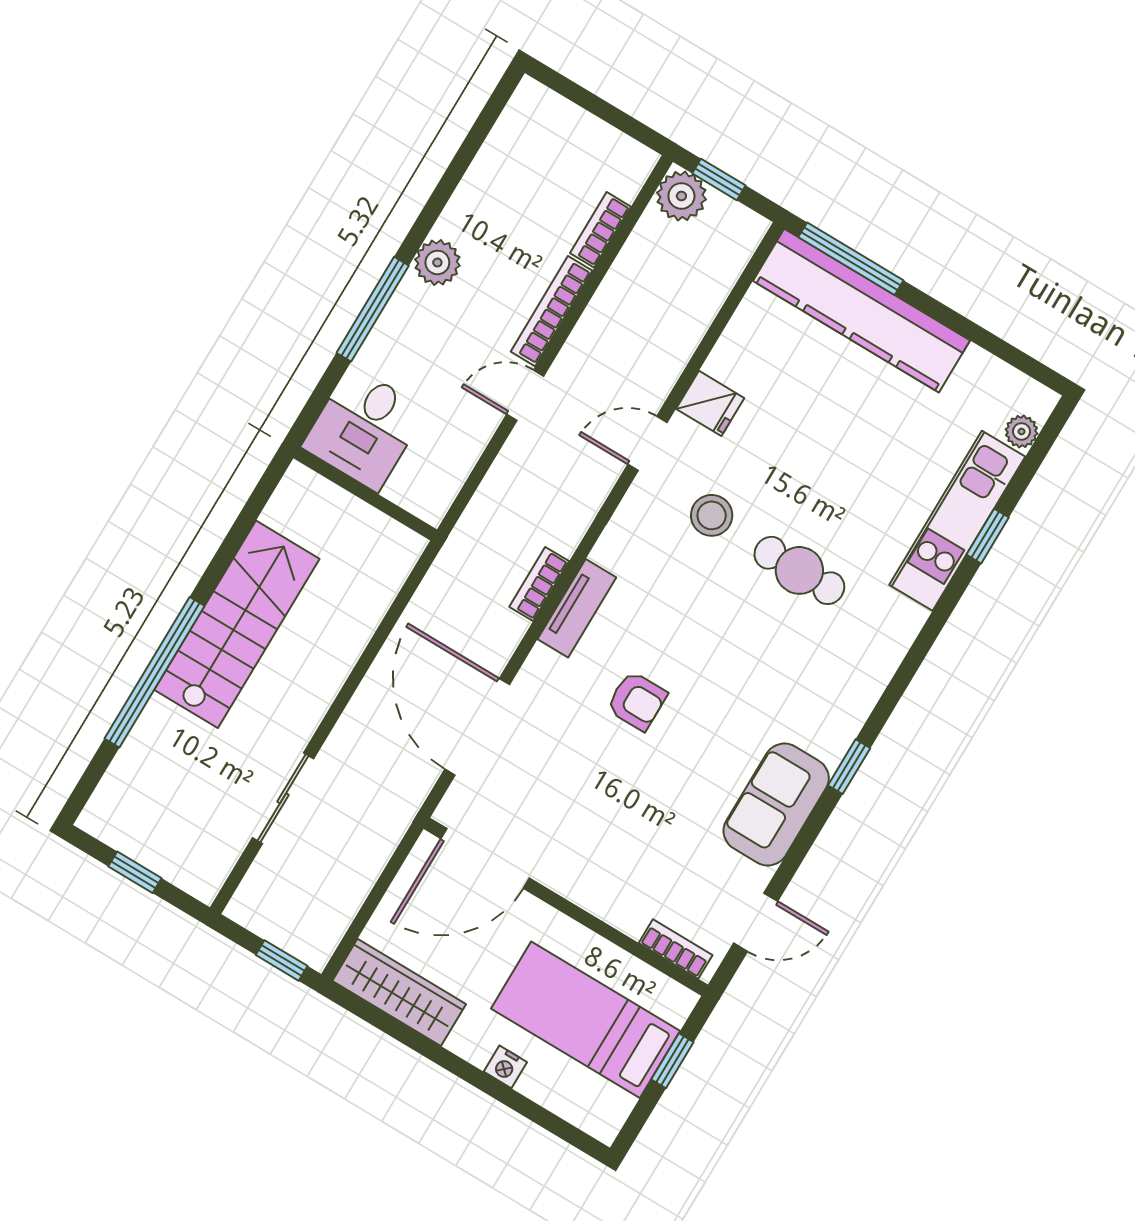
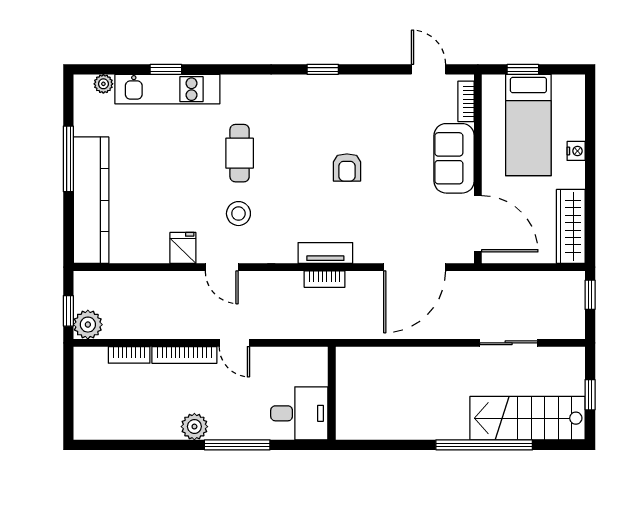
window: (851, 259) -> (68, 159), moved
stairs: (237, 624) -> (527, 418), moved
armchair: (637, 701) -> (347, 167), moved, turned 180
sofa: (776, 804) -> (454, 158), moved, turned 90

